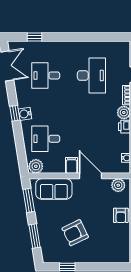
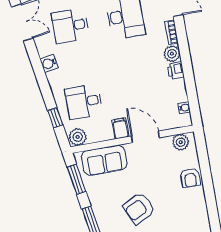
window: (15, 113) -> (55, 118), moved
water cooler: (25, 114) -> (49, 63), moved

